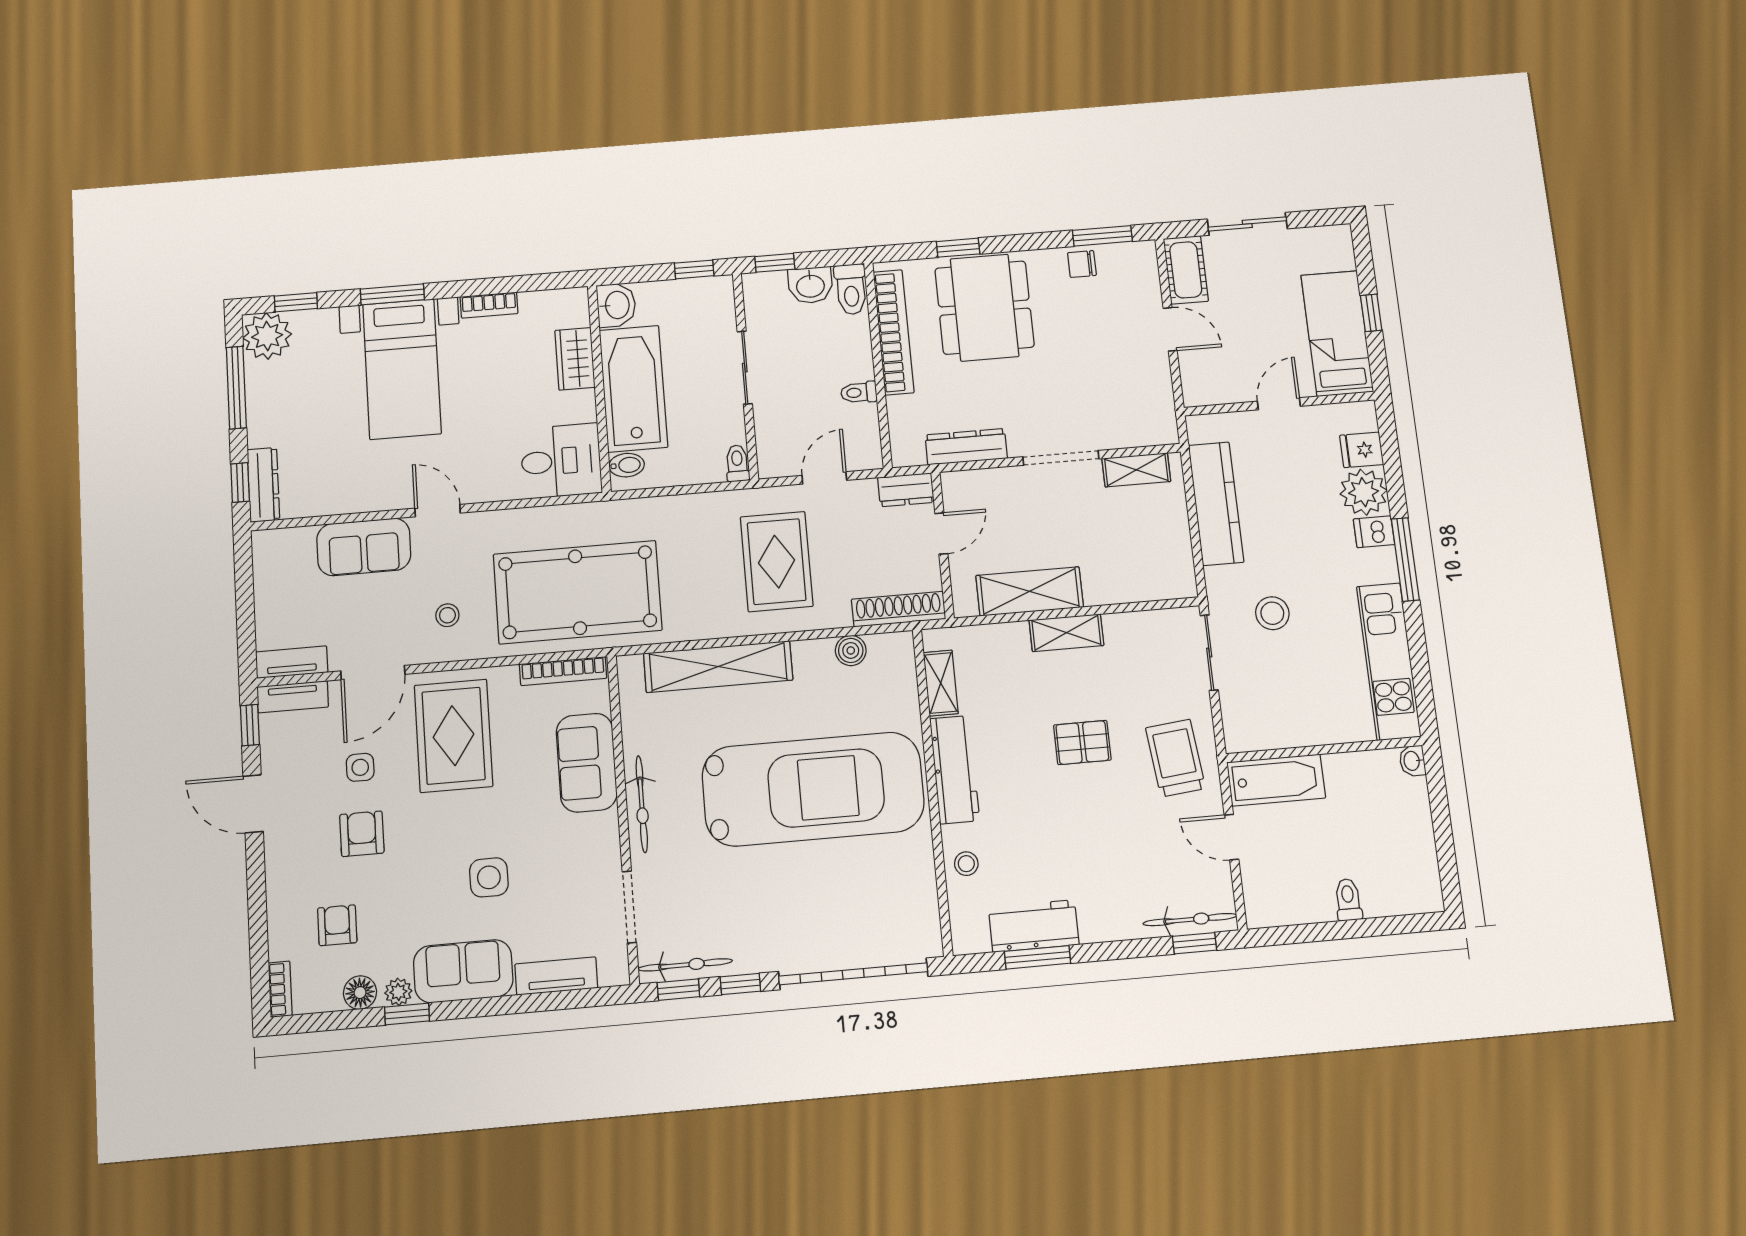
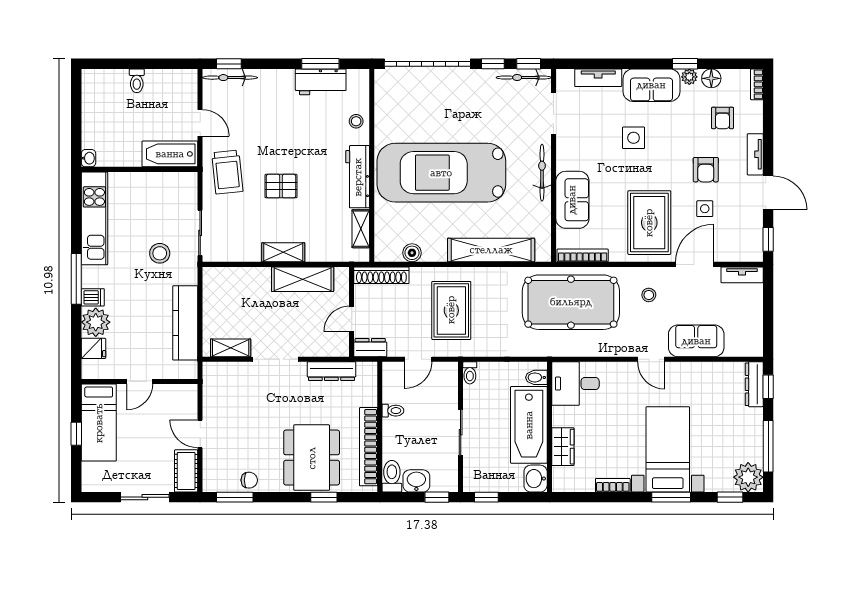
tv unit: (293, 697) -> (755, 154), moved, turned -90

